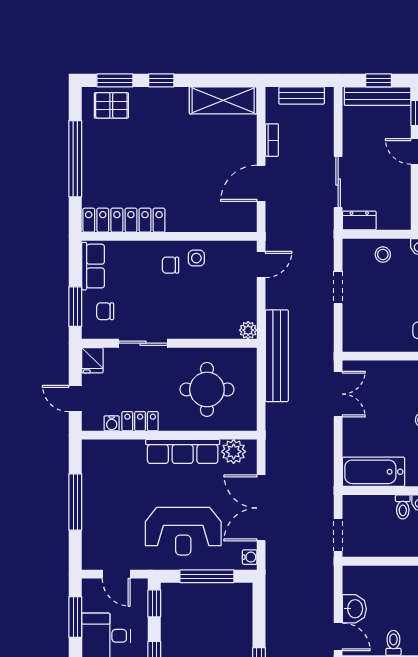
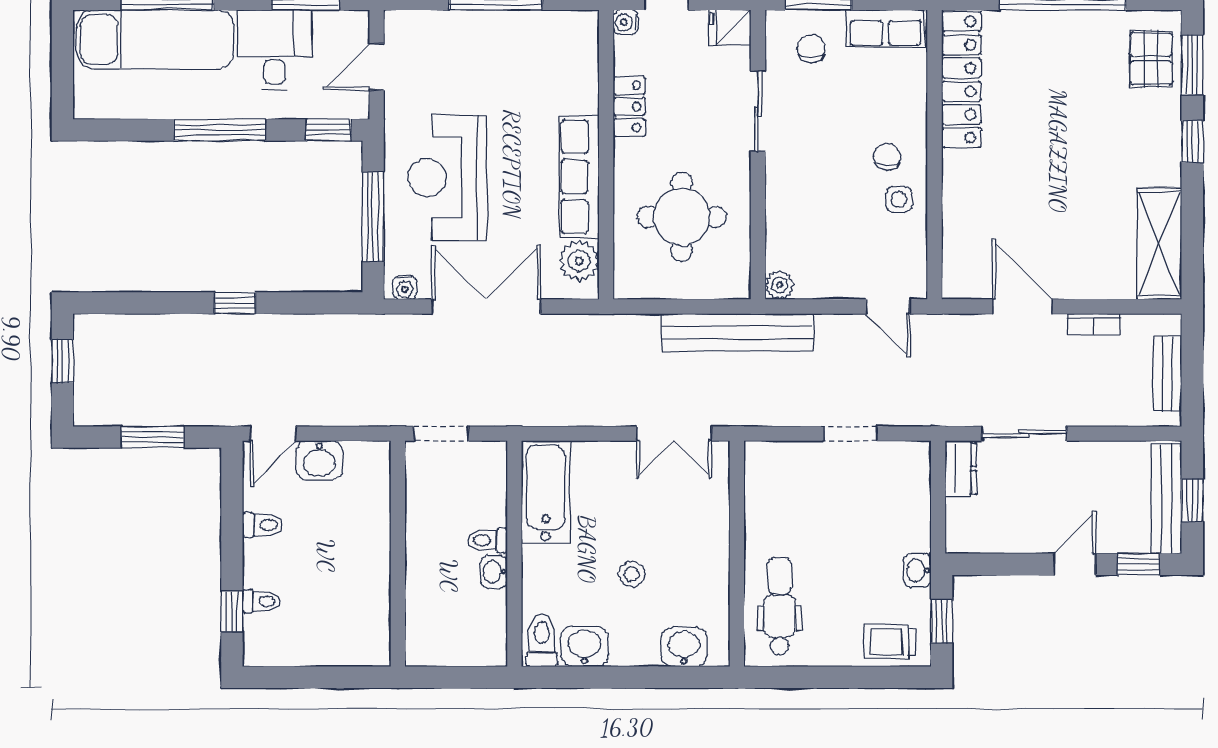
stool: (383, 255) -> (905, 507), removed
water cooler: (112, 423) -> (626, 22), moved

